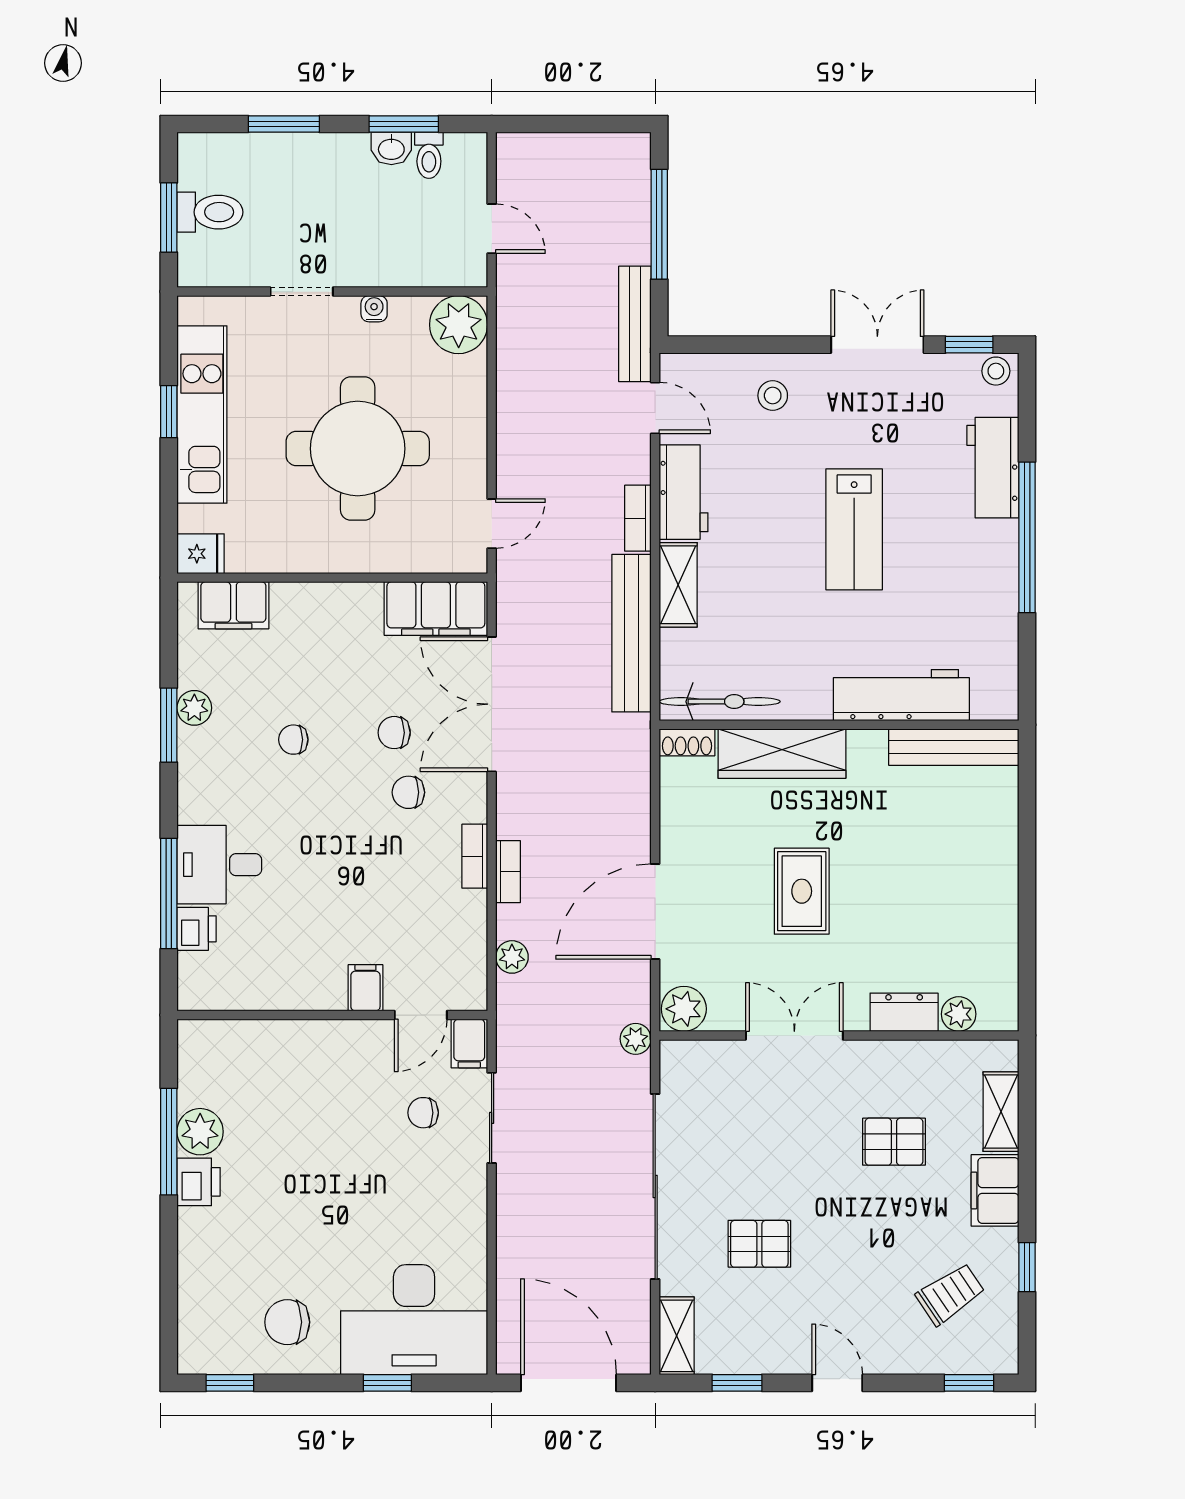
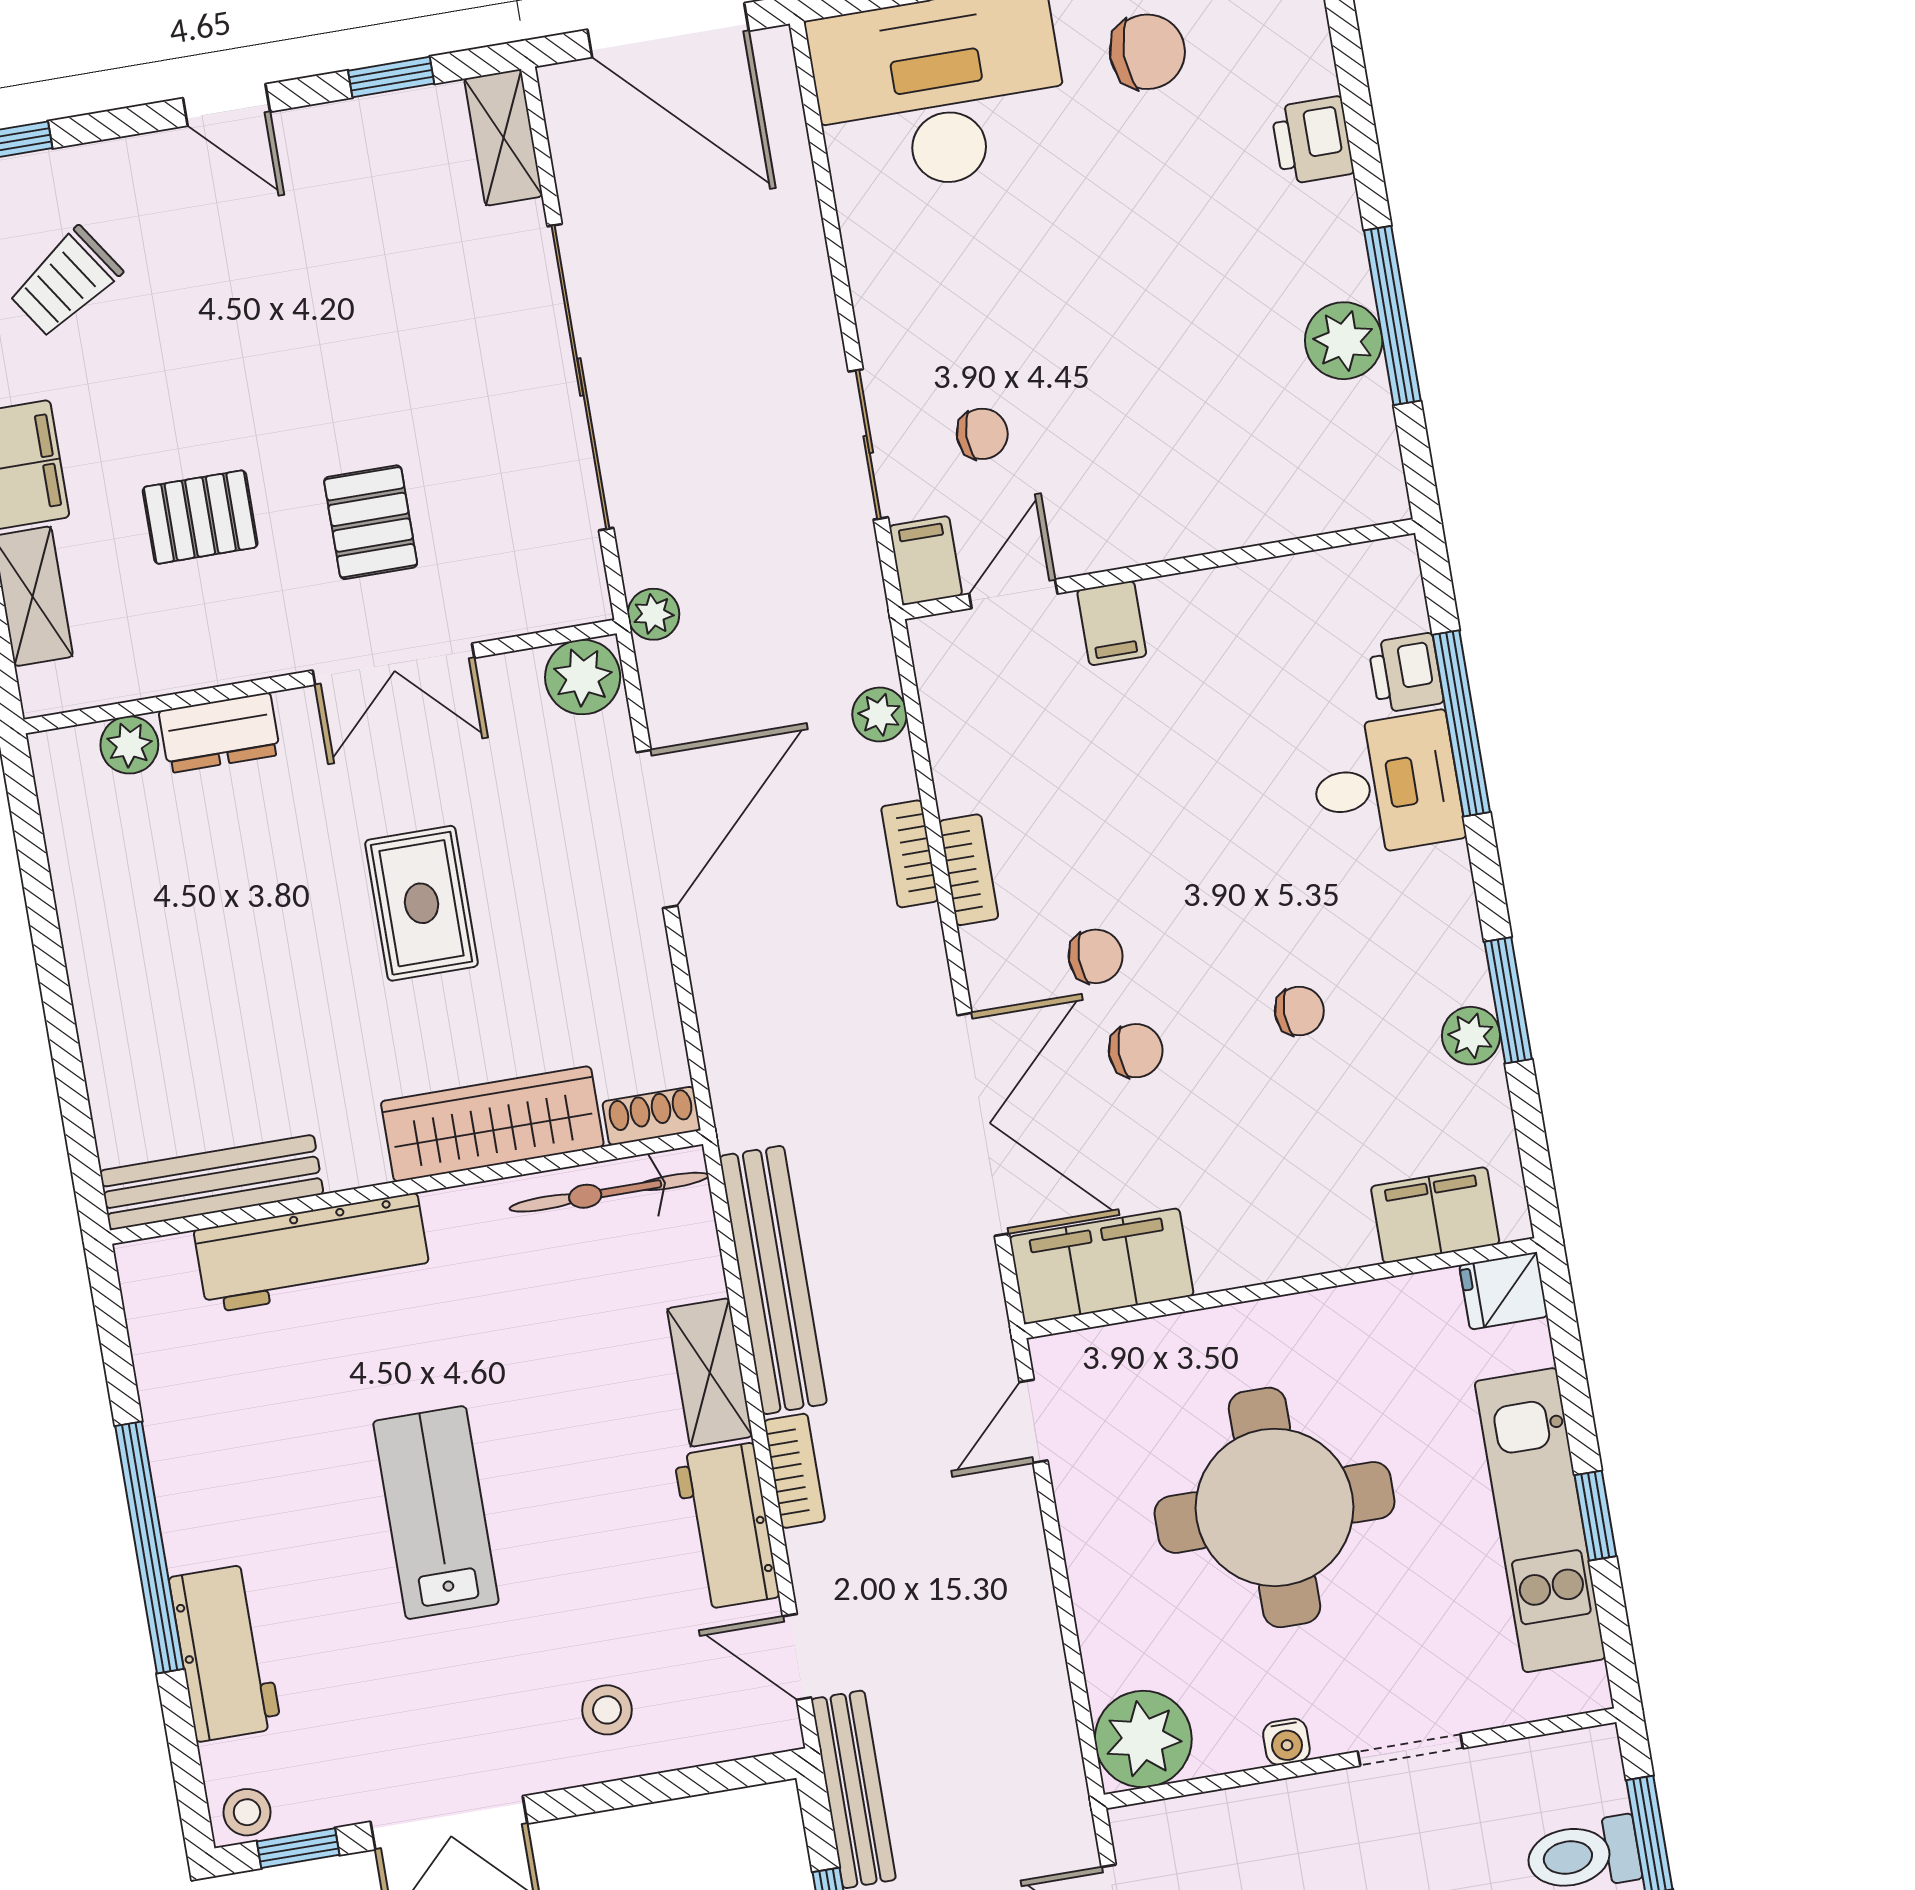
printer: (199, 1182) -> (1312, 140), moved
pallet: (759, 1244) -> (371, 522), moved, turned 90

